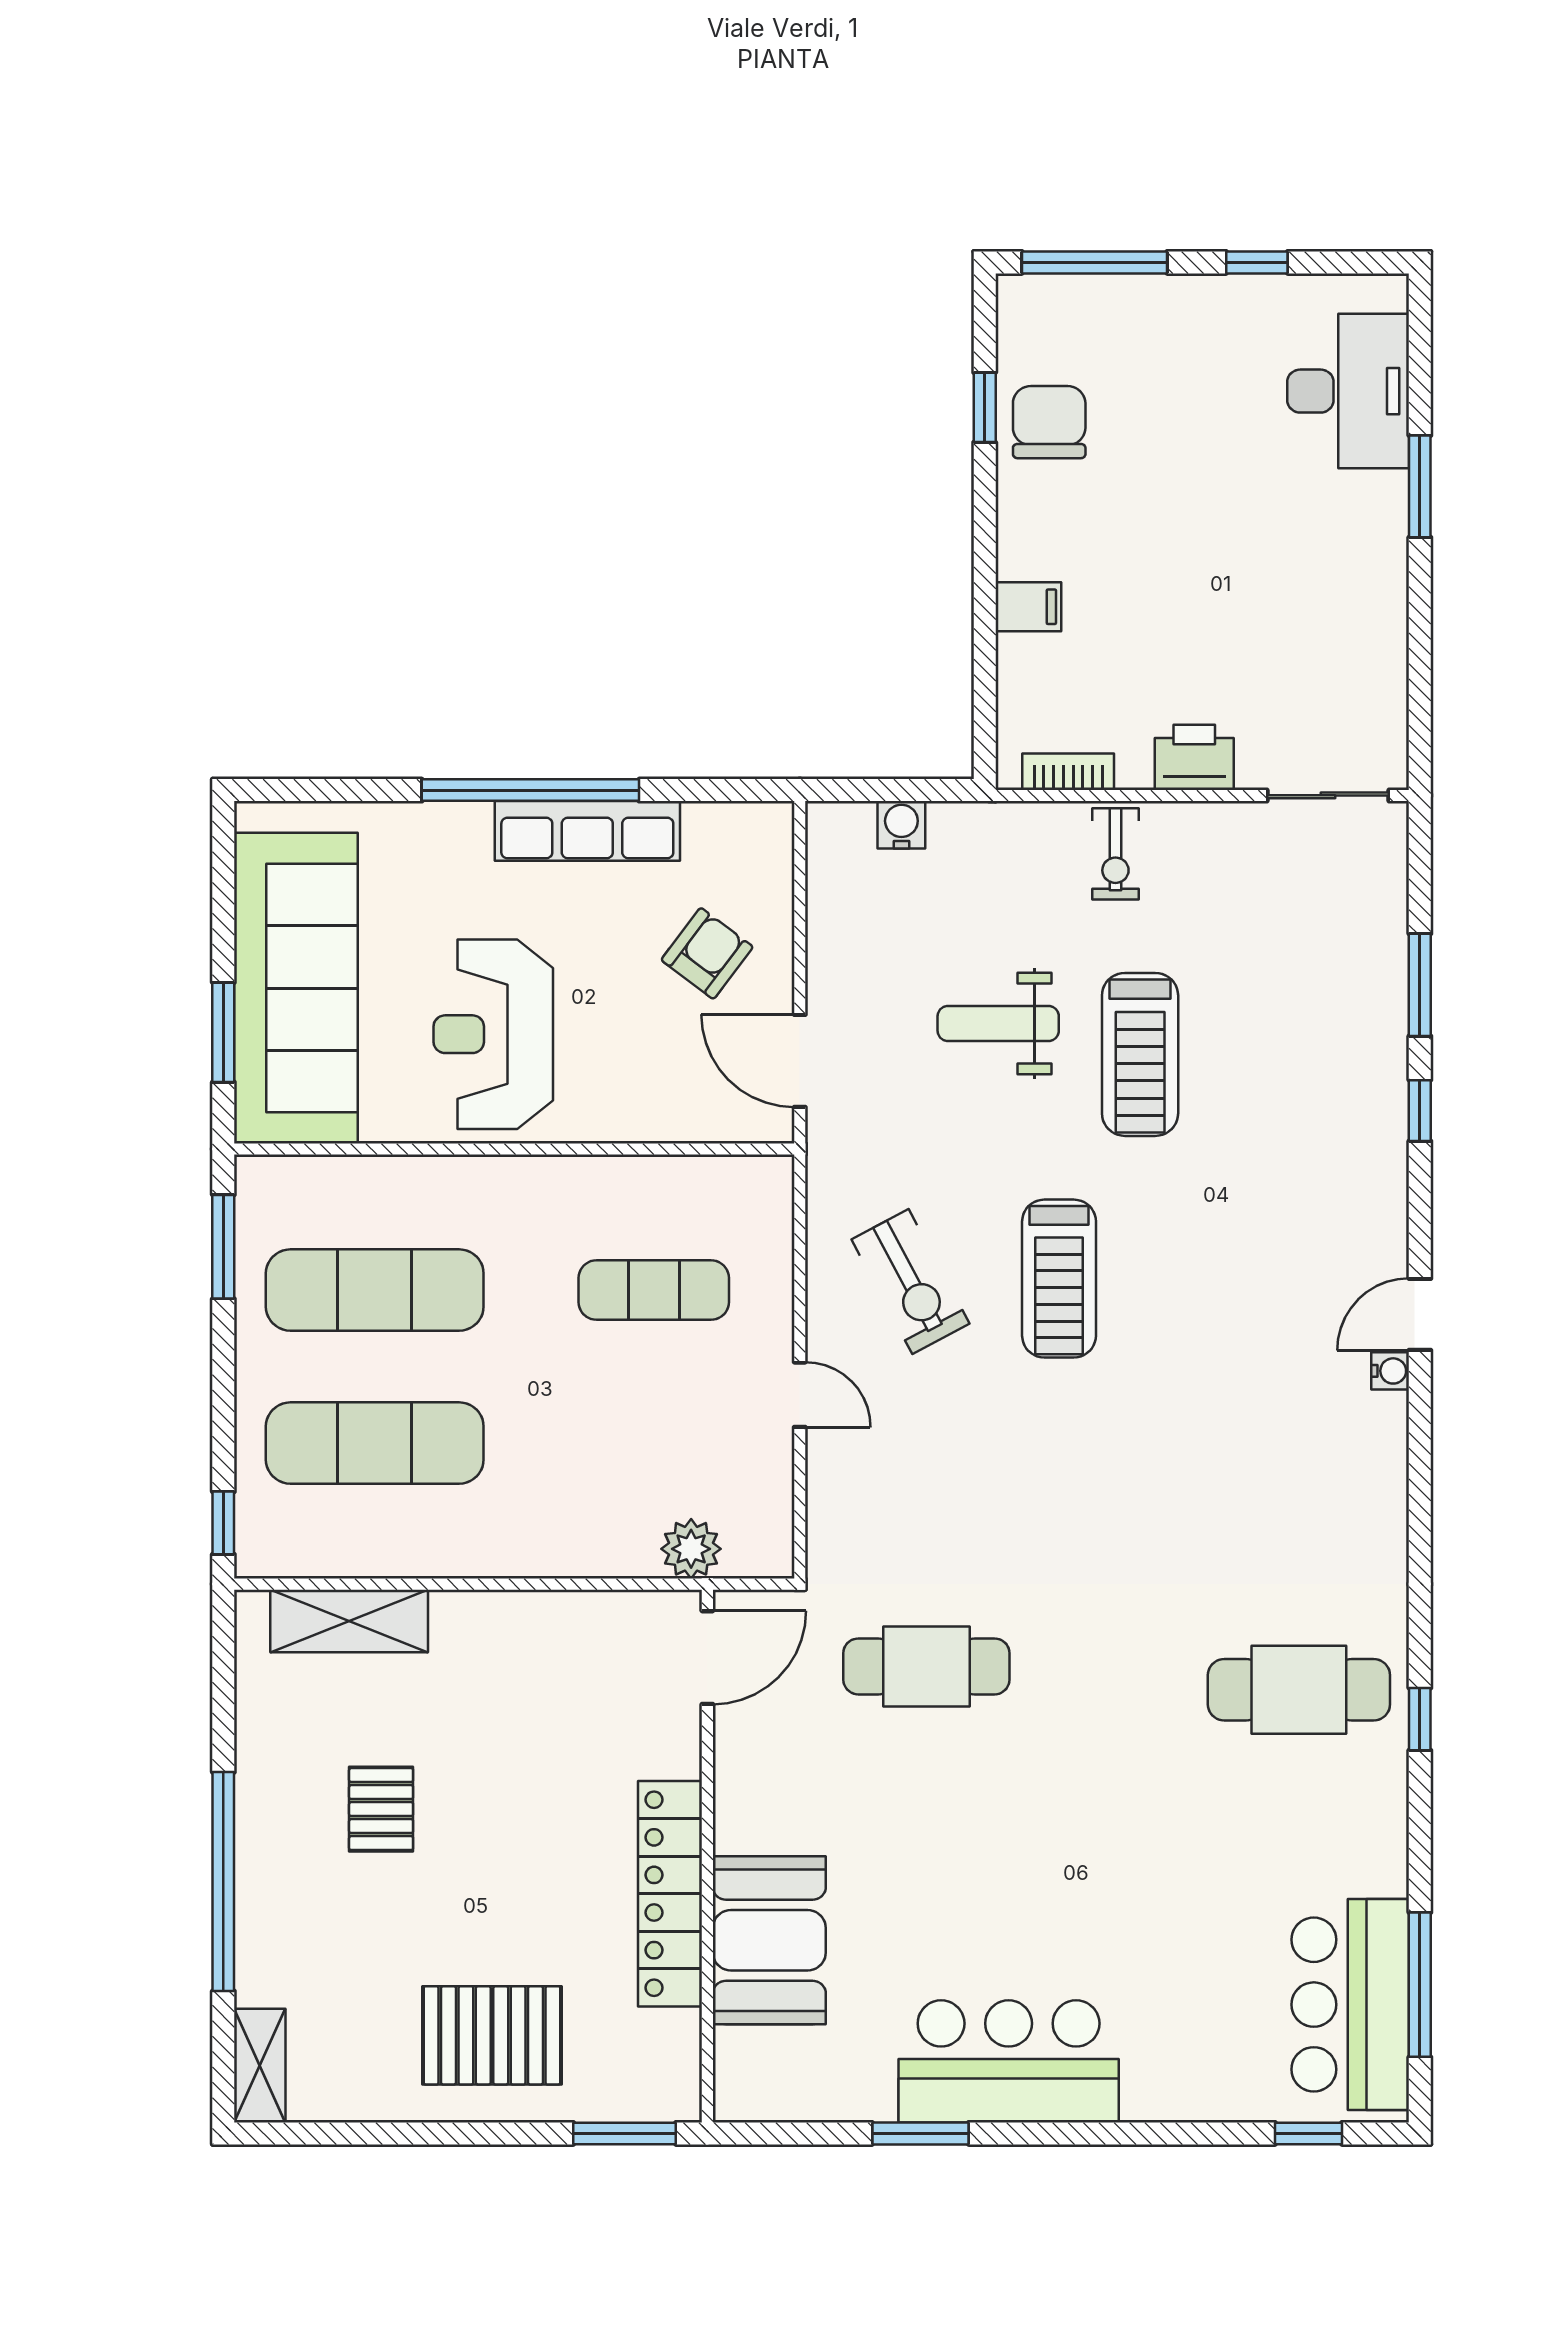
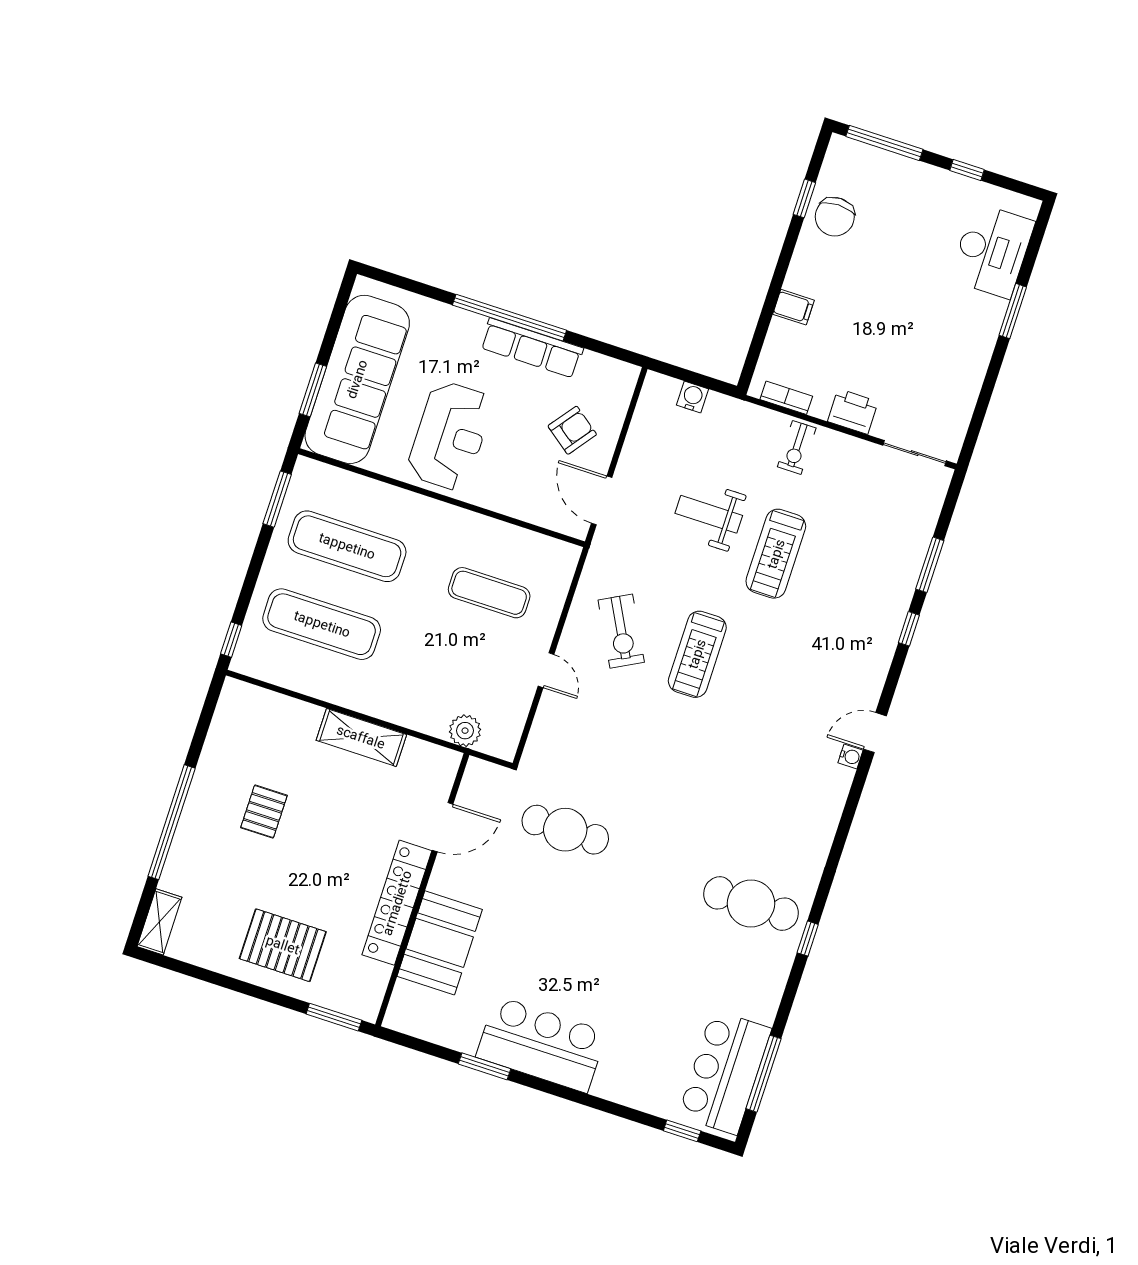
chair: (1049, 422) -> (835, 217), turned 180
reception desk: (493, 1034) -> (450, 436), turned 180
shelving: (349, 1621) -> (361, 737), moved
door: (707, 1658) -> (443, 827), moved

